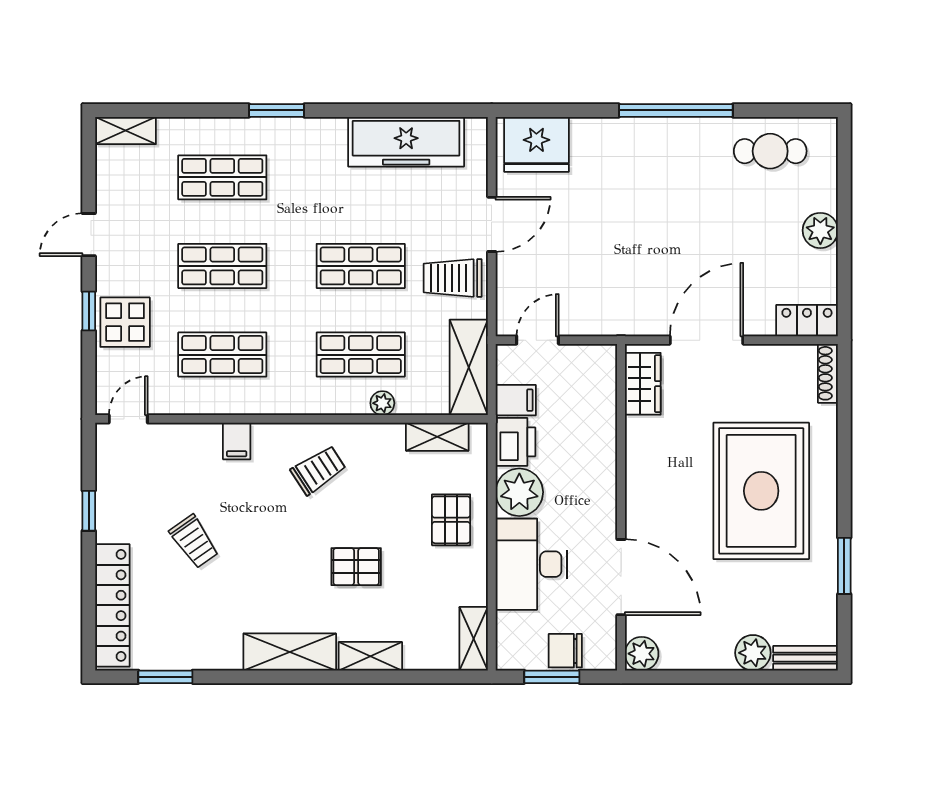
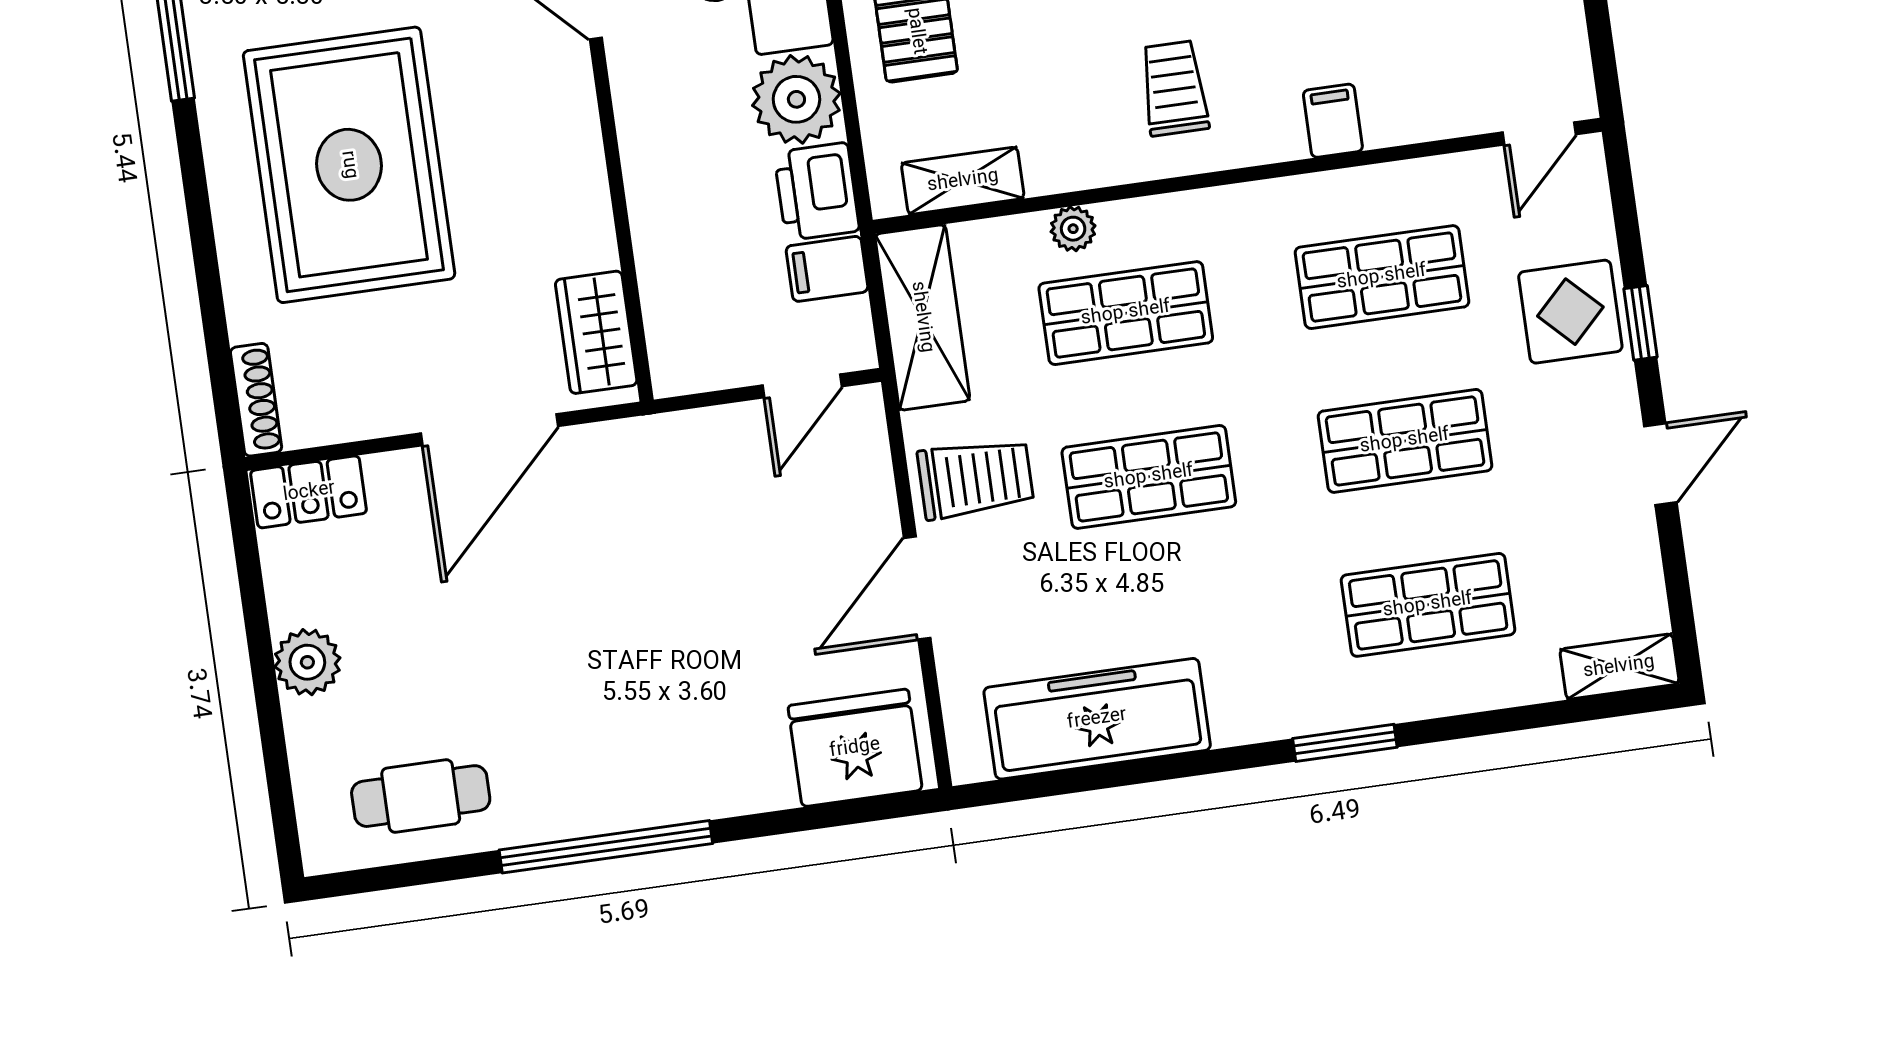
trolley: (318, 470) -> (1174, 88), turned 123

